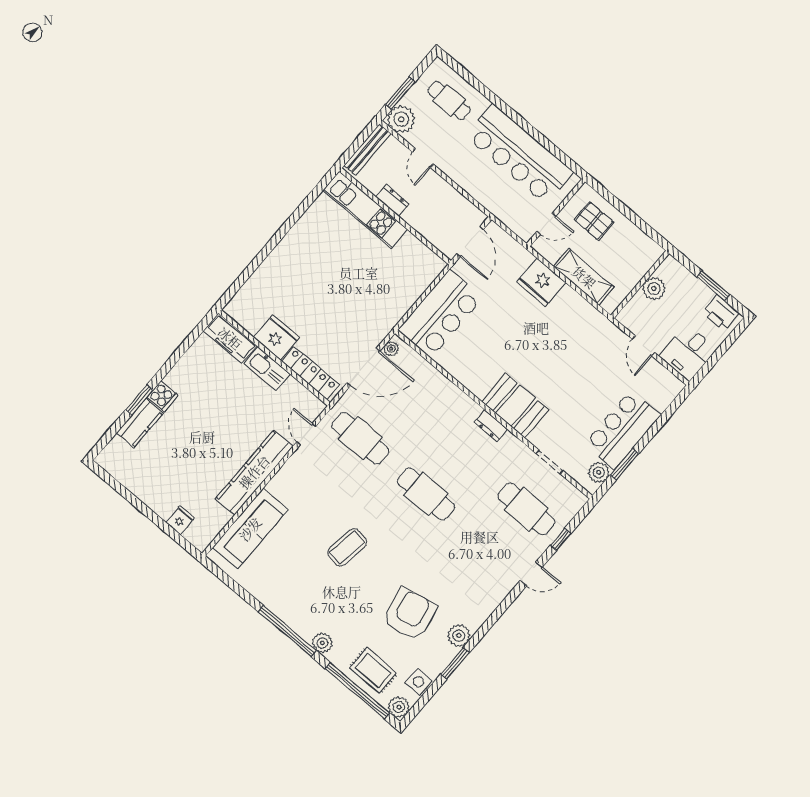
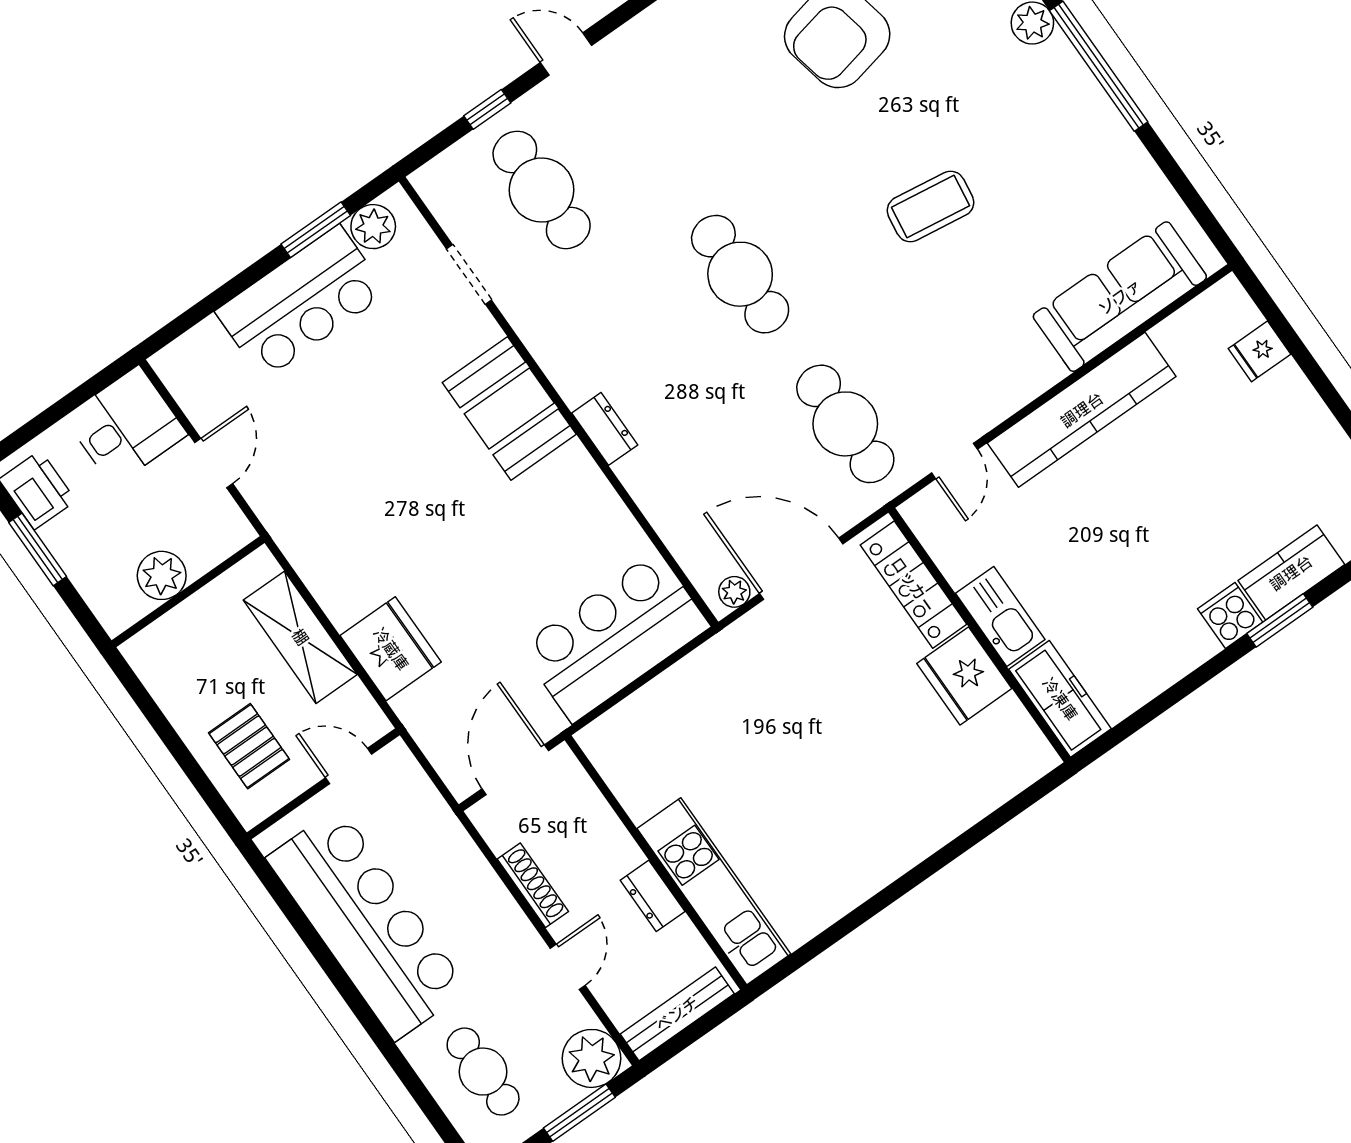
shoe rack: (448, 191) -> (533, 885), added
dresser: (491, 426) -> (605, 429), moved

